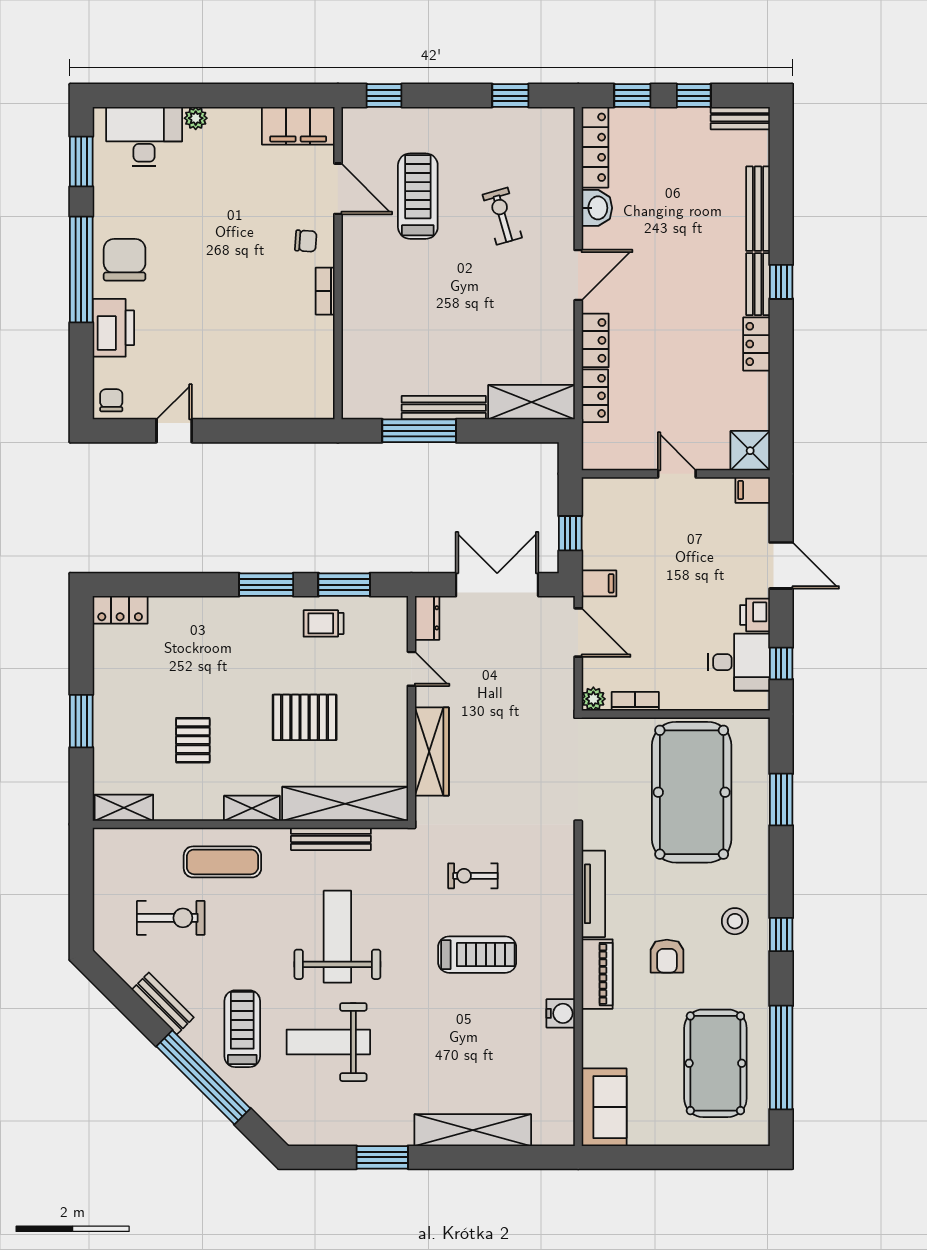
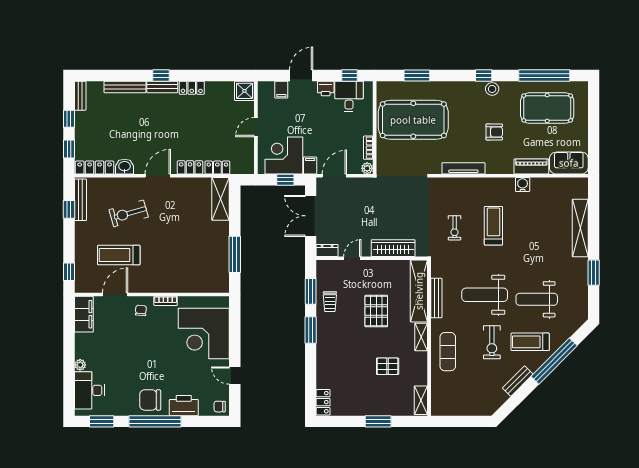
exercise bike: (502, 216) -> (129, 213), width x1.38, depth x1.39
door: (578, 275) -> (158, 176), hinge flipped
corner desk: (259, 368) -> (204, 333), added
bench: (444, 408) -> (80, 200), moved
filing cabinet: (753, 490) -> (281, 90), moved
corner desk: (619, 530) -> (284, 155), added
exercise bike: (171, 918) -> (492, 342), moved, turned 180
stool: (735, 921) -> (492, 89), moved
piano: (597, 974) -> (531, 166), moved
weight bench: (328, 1042) -> (537, 299), turned 90

